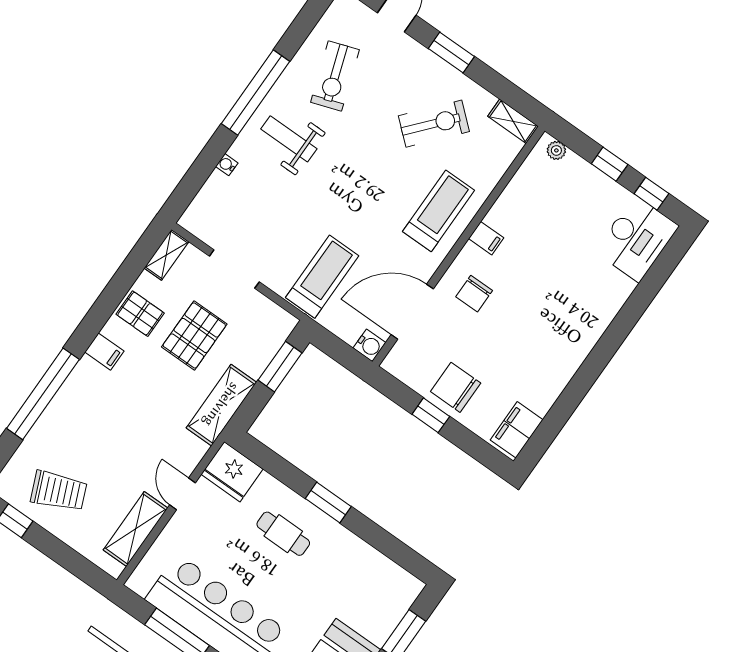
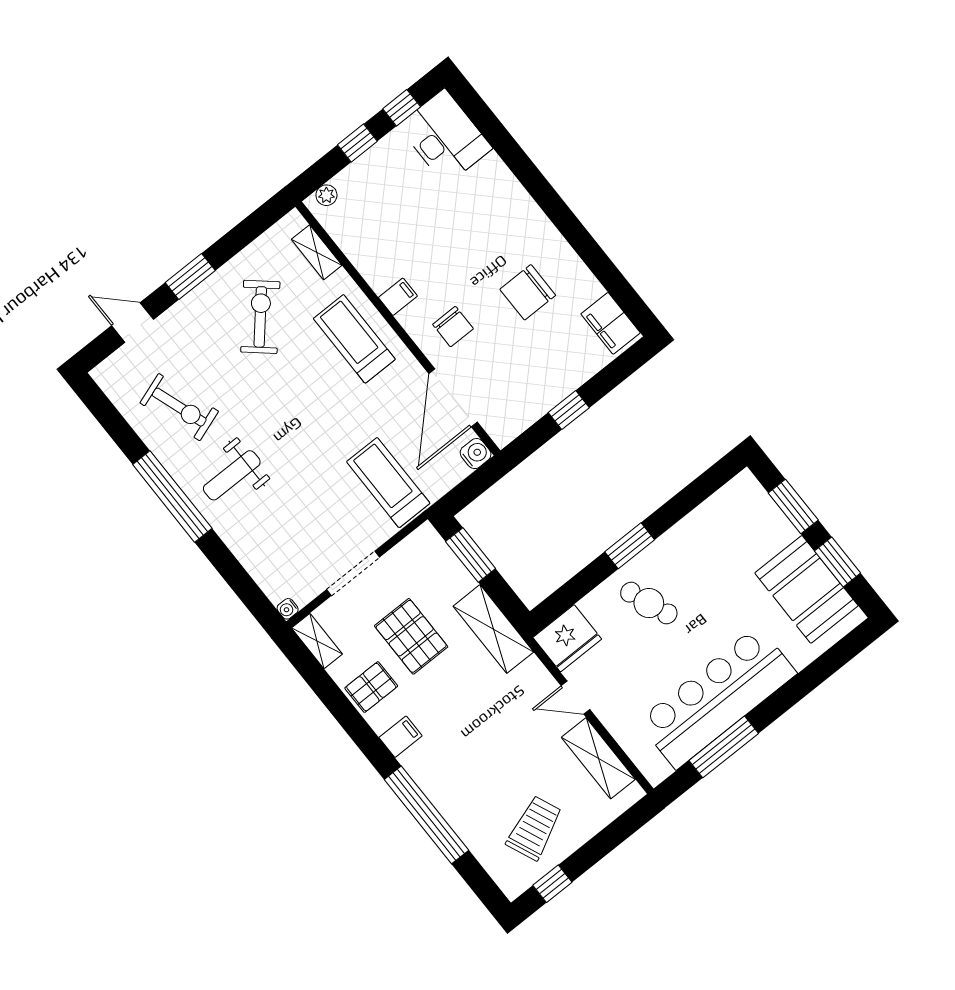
shelving: (513, 121) -> (317, 252), moved, turned 90
water cooler: (227, 165) -> (288, 609), moved
chair: (456, 387) -> (528, 292), moved
cafe table: (283, 534) -> (649, 603), turned 69

